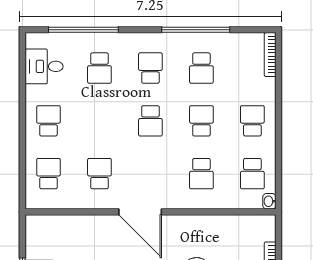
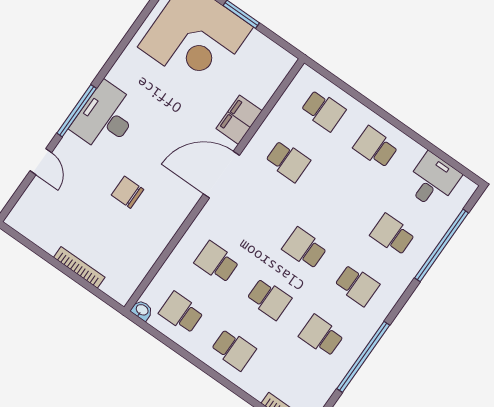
school desk: (48, 121) -> (376, 147), turned 180
filing cabinet: (95, 226) -> (239, 120), added

